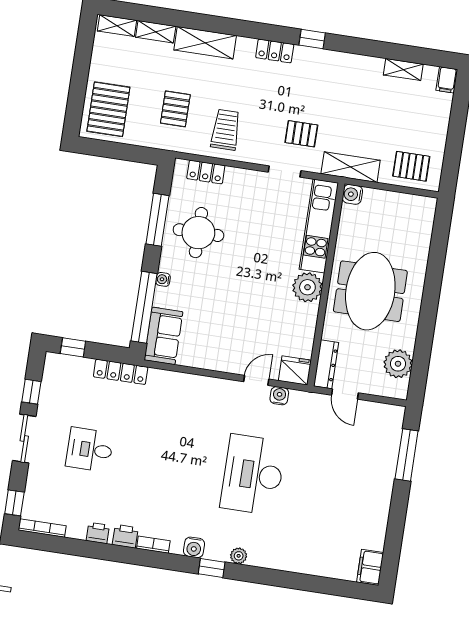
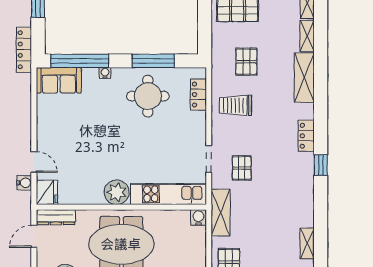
pallet: (175, 109) -> (246, 62), turned 90
trolley: (226, 130) -> (235, 105), turned 180

